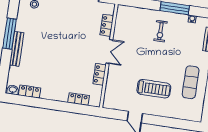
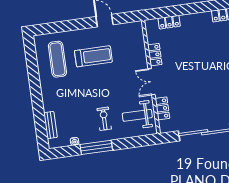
weight bench: (131, 26) -> (137, 115), added
exercise mat: (191, 82) -> (57, 59), moved
treadmill: (154, 89) -> (93, 56), turned 180

